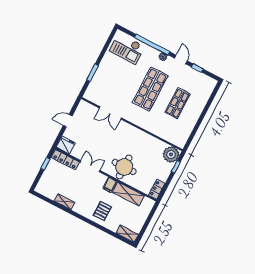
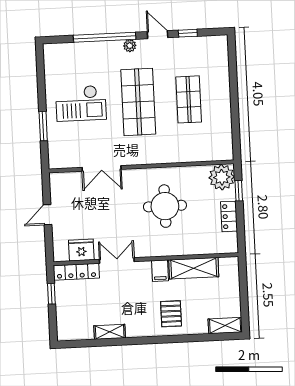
checkout: (127, 49) -> (81, 103), moved
fridge: (66, 145) -> (81, 250), moved
round table: (124, 167) -> (165, 206), moved
locker: (157, 189) -> (229, 216), moved

